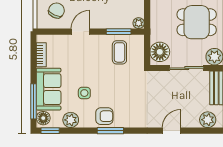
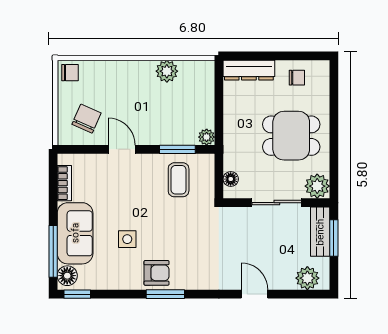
door: (81, 32) -> (122, 149), hinge flipped
floor lamp: (160, 52) -> (231, 179), width x0.53, depth x0.53
plant: (71, 120) -> (107, 278), removed
door: (171, 131) -> (254, 294), hinge flipped

